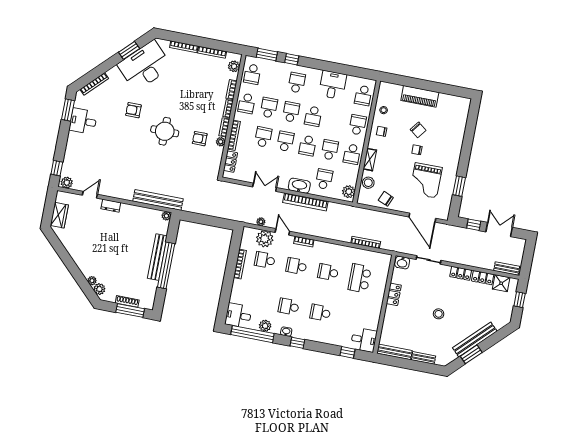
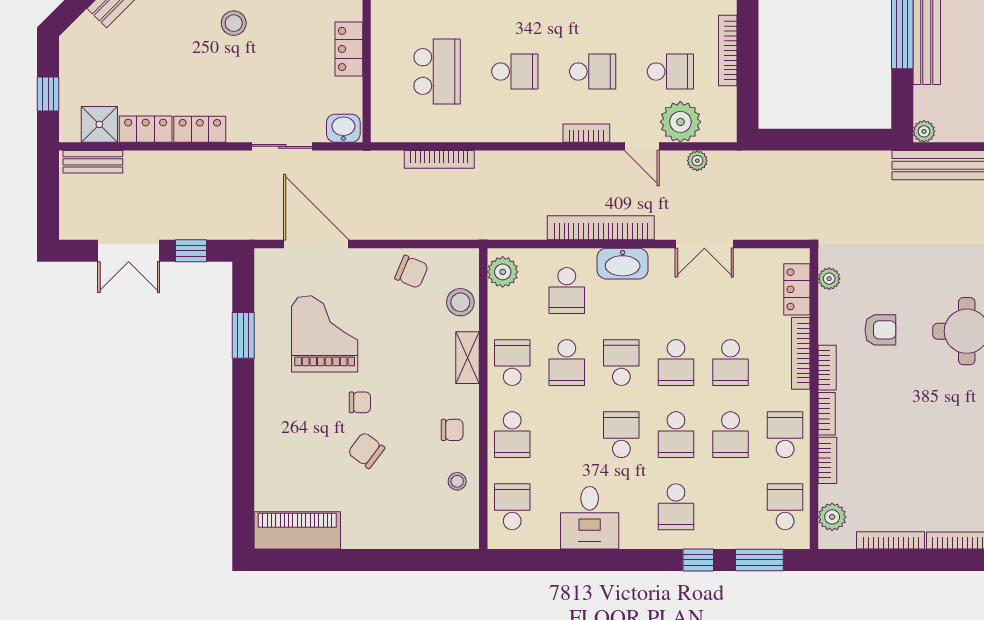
piano: (420, 96) -> (297, 530), moved
plant: (221, 142) -> (829, 279), moved

